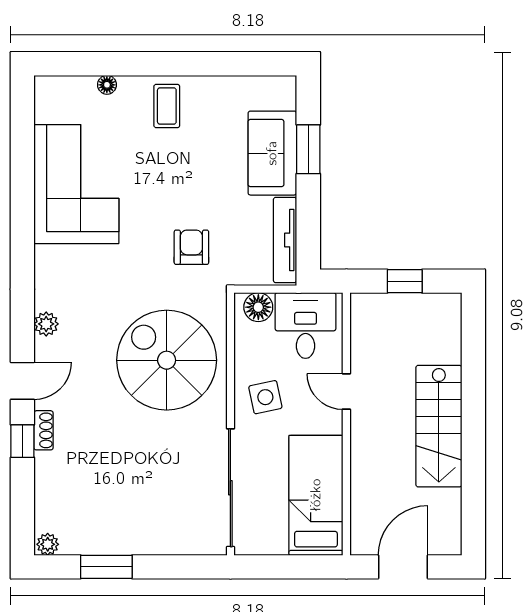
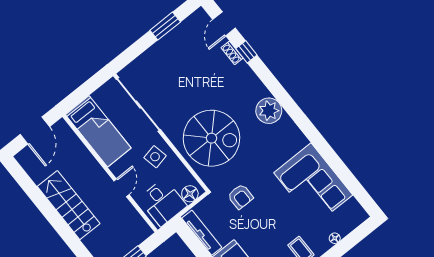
plant: (46, 324) -> (269, 111), width x1.88, depth x1.88
door: (22, 381) -> (224, 24), moved
door: (346, 392) -> (121, 188), hinge flipped
shoe rack: (44, 430) -> (232, 53), moved
plant: (48, 544) -> (199, 15), removed

